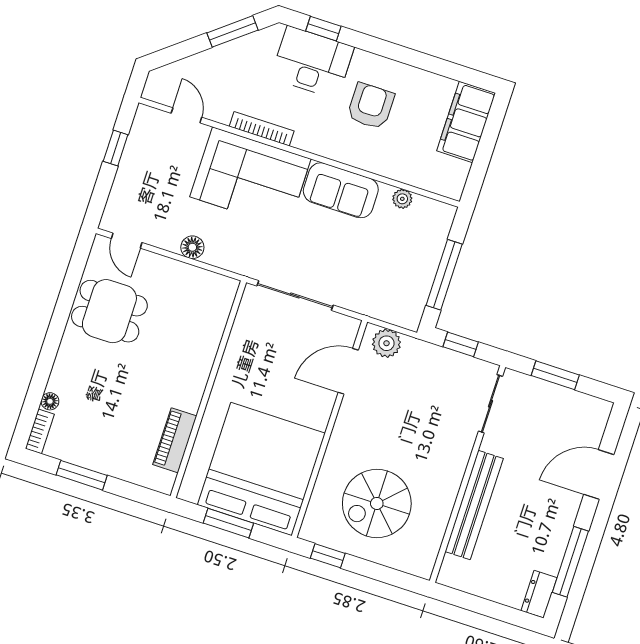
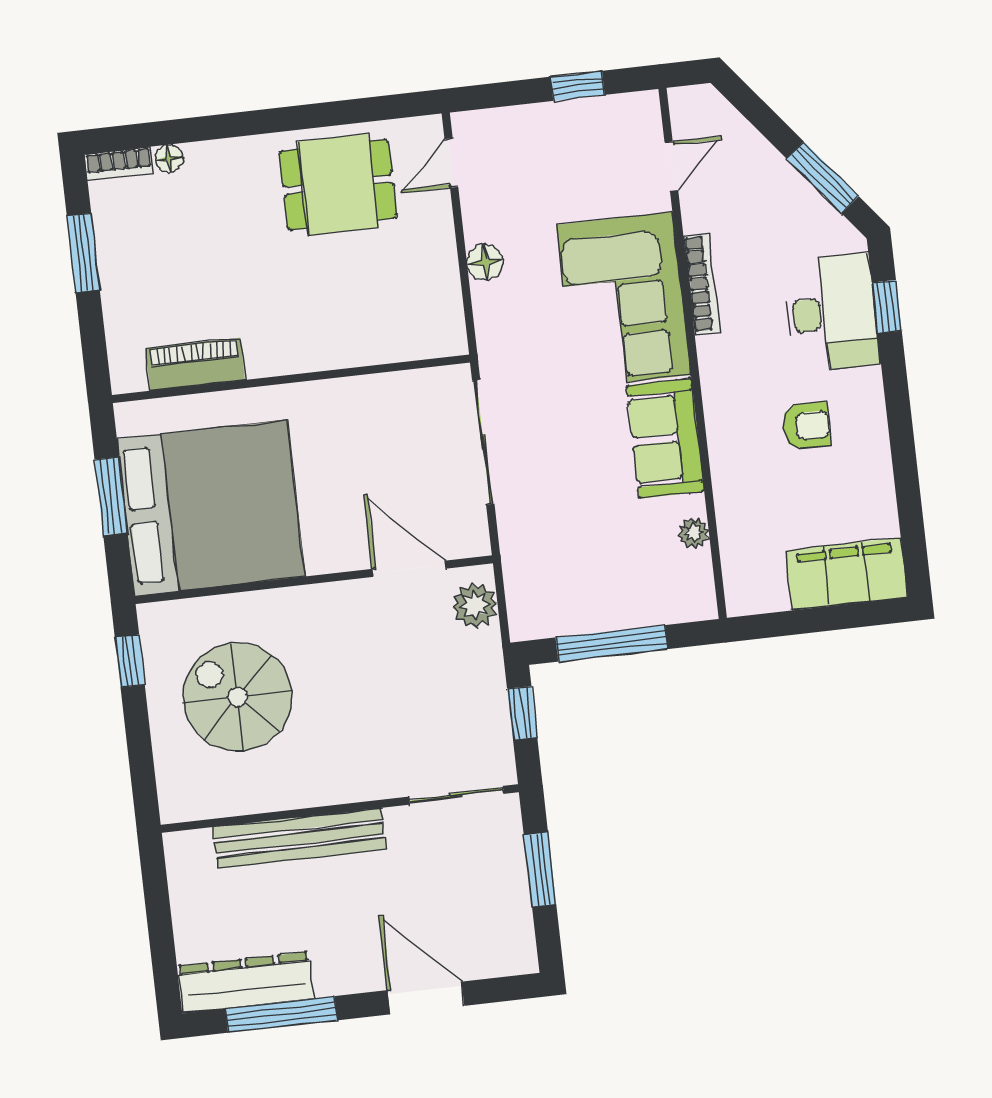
armchair: (371, 106) -> (806, 426), width x0.72, depth x0.72
dining table: (109, 311) -> (338, 185), turned 90
dresser: (539, 594) -> (245, 983), width x1.96, depth x1.24

